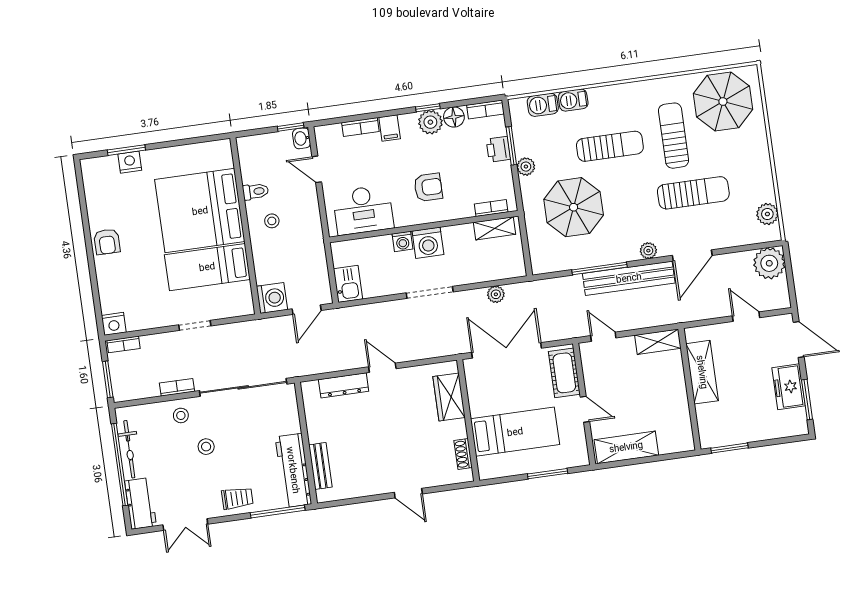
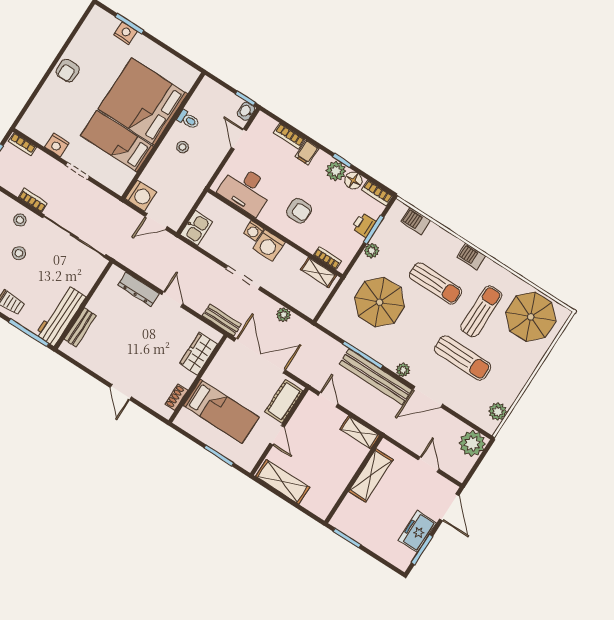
barbecue: (573, 100) -> (471, 256), moved
nightstand: (114, 324) -> (57, 145), moved
bench: (444, 348) -> (222, 320), added

